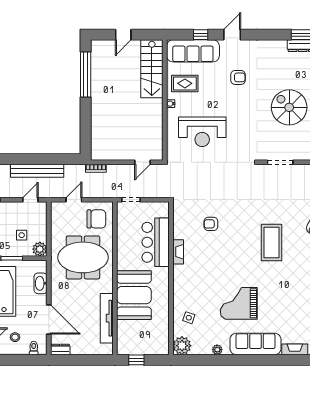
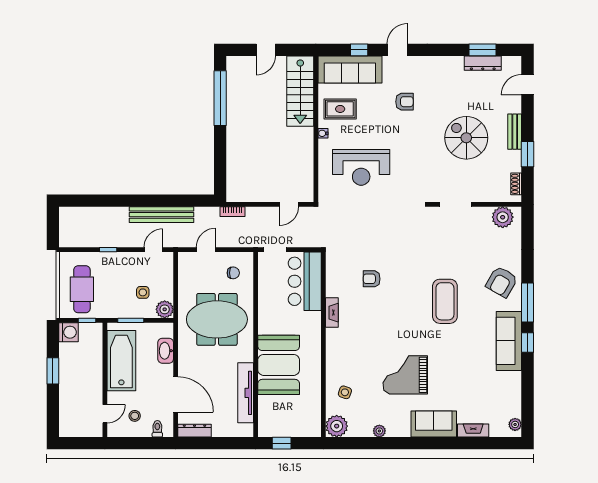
chair: (96, 219) -> (233, 273), width x0.54, depth x0.54
bar counter: (156, 242) -> (305, 281), moved
sofa: (255, 344) -> (434, 424), width x0.73
dresser: (60, 349) -> (194, 431), width x1.44

